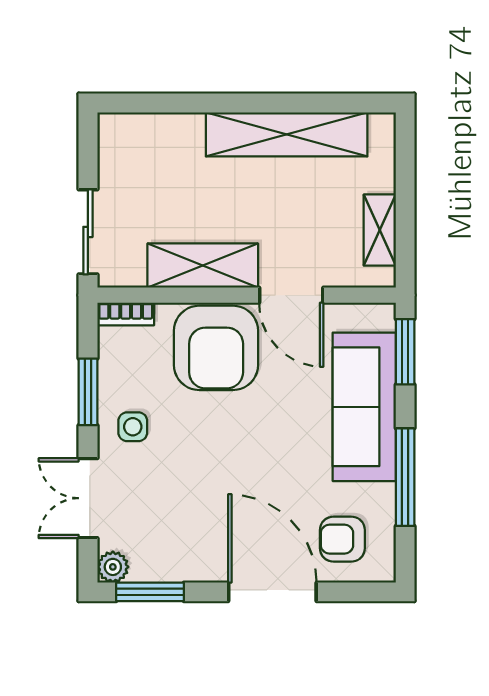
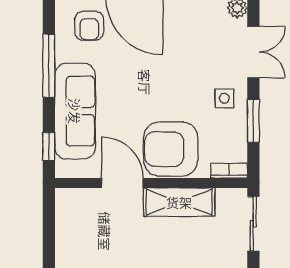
shelving: (380, 230) -> (65, 225), removed
armchair: (216, 348) -> (171, 149), turned -90
window: (405, 352) -> (49, 147), width x0.67
armchair: (342, 539) -> (89, 26), turned 90

